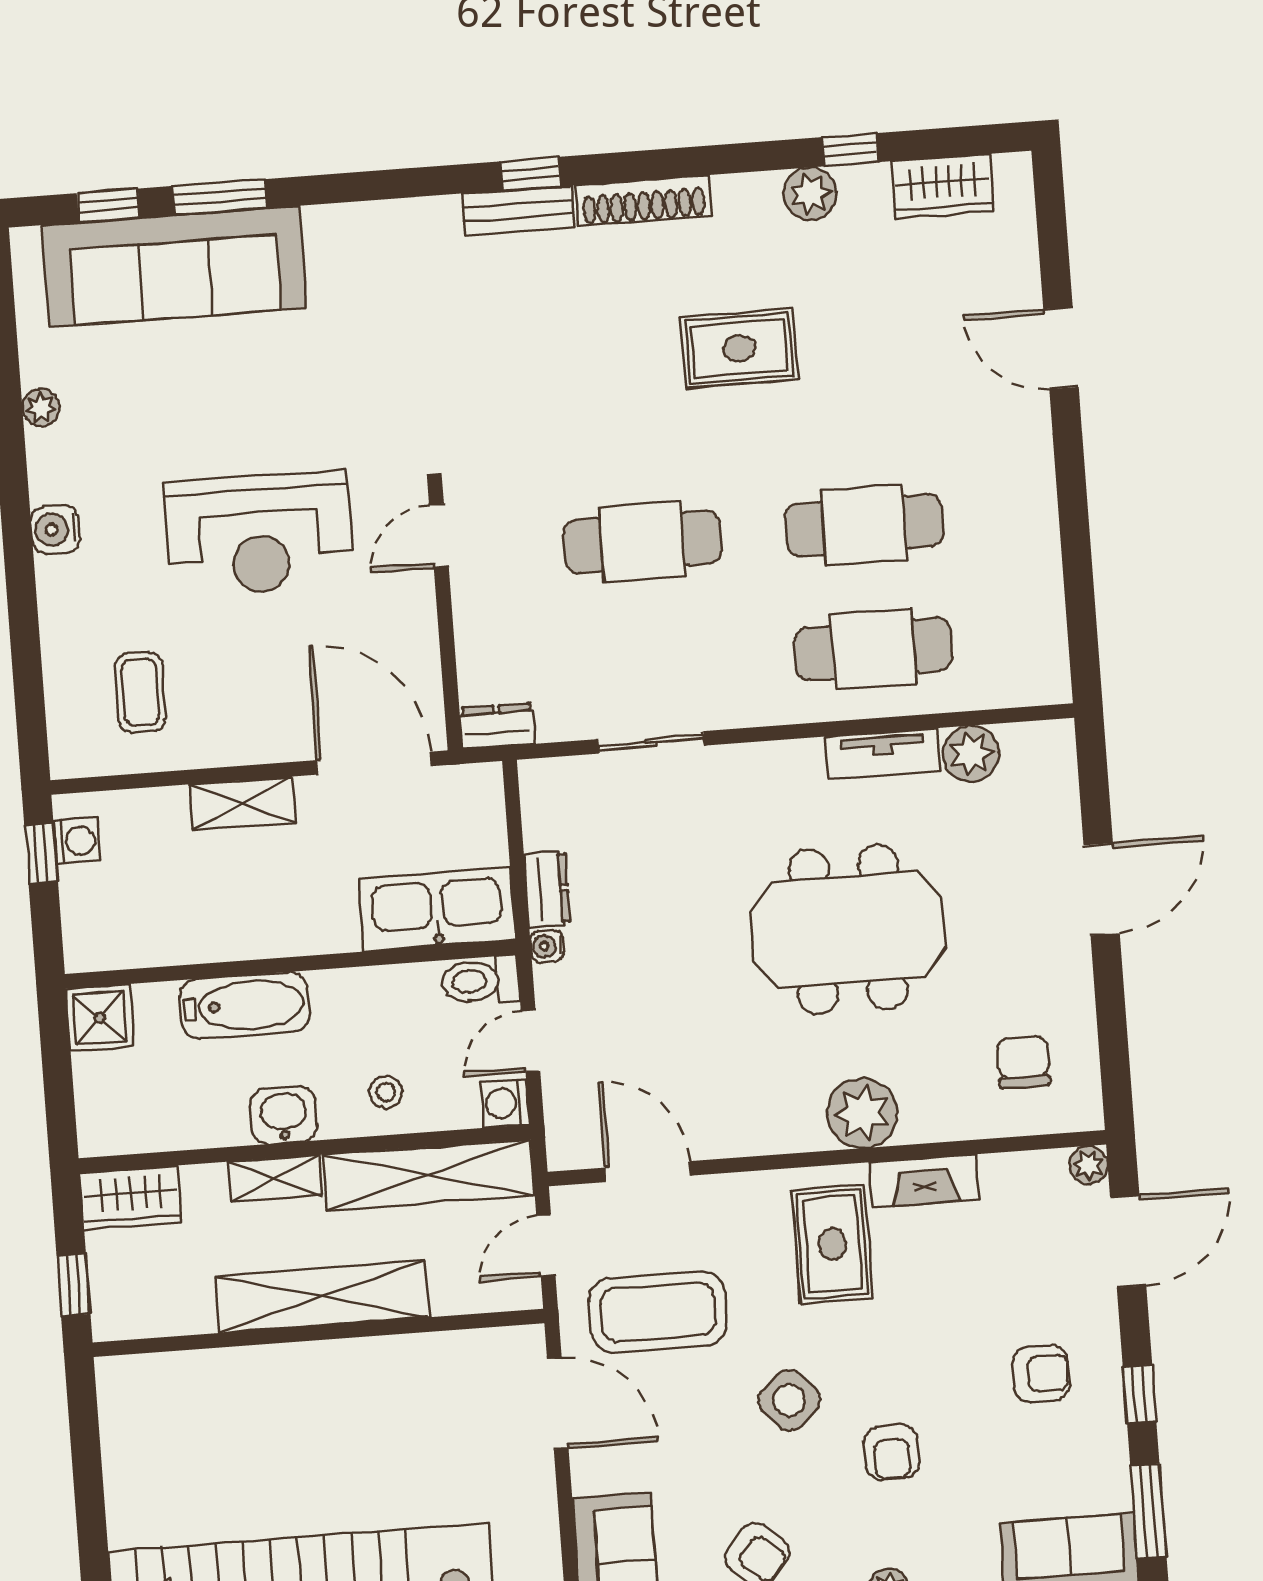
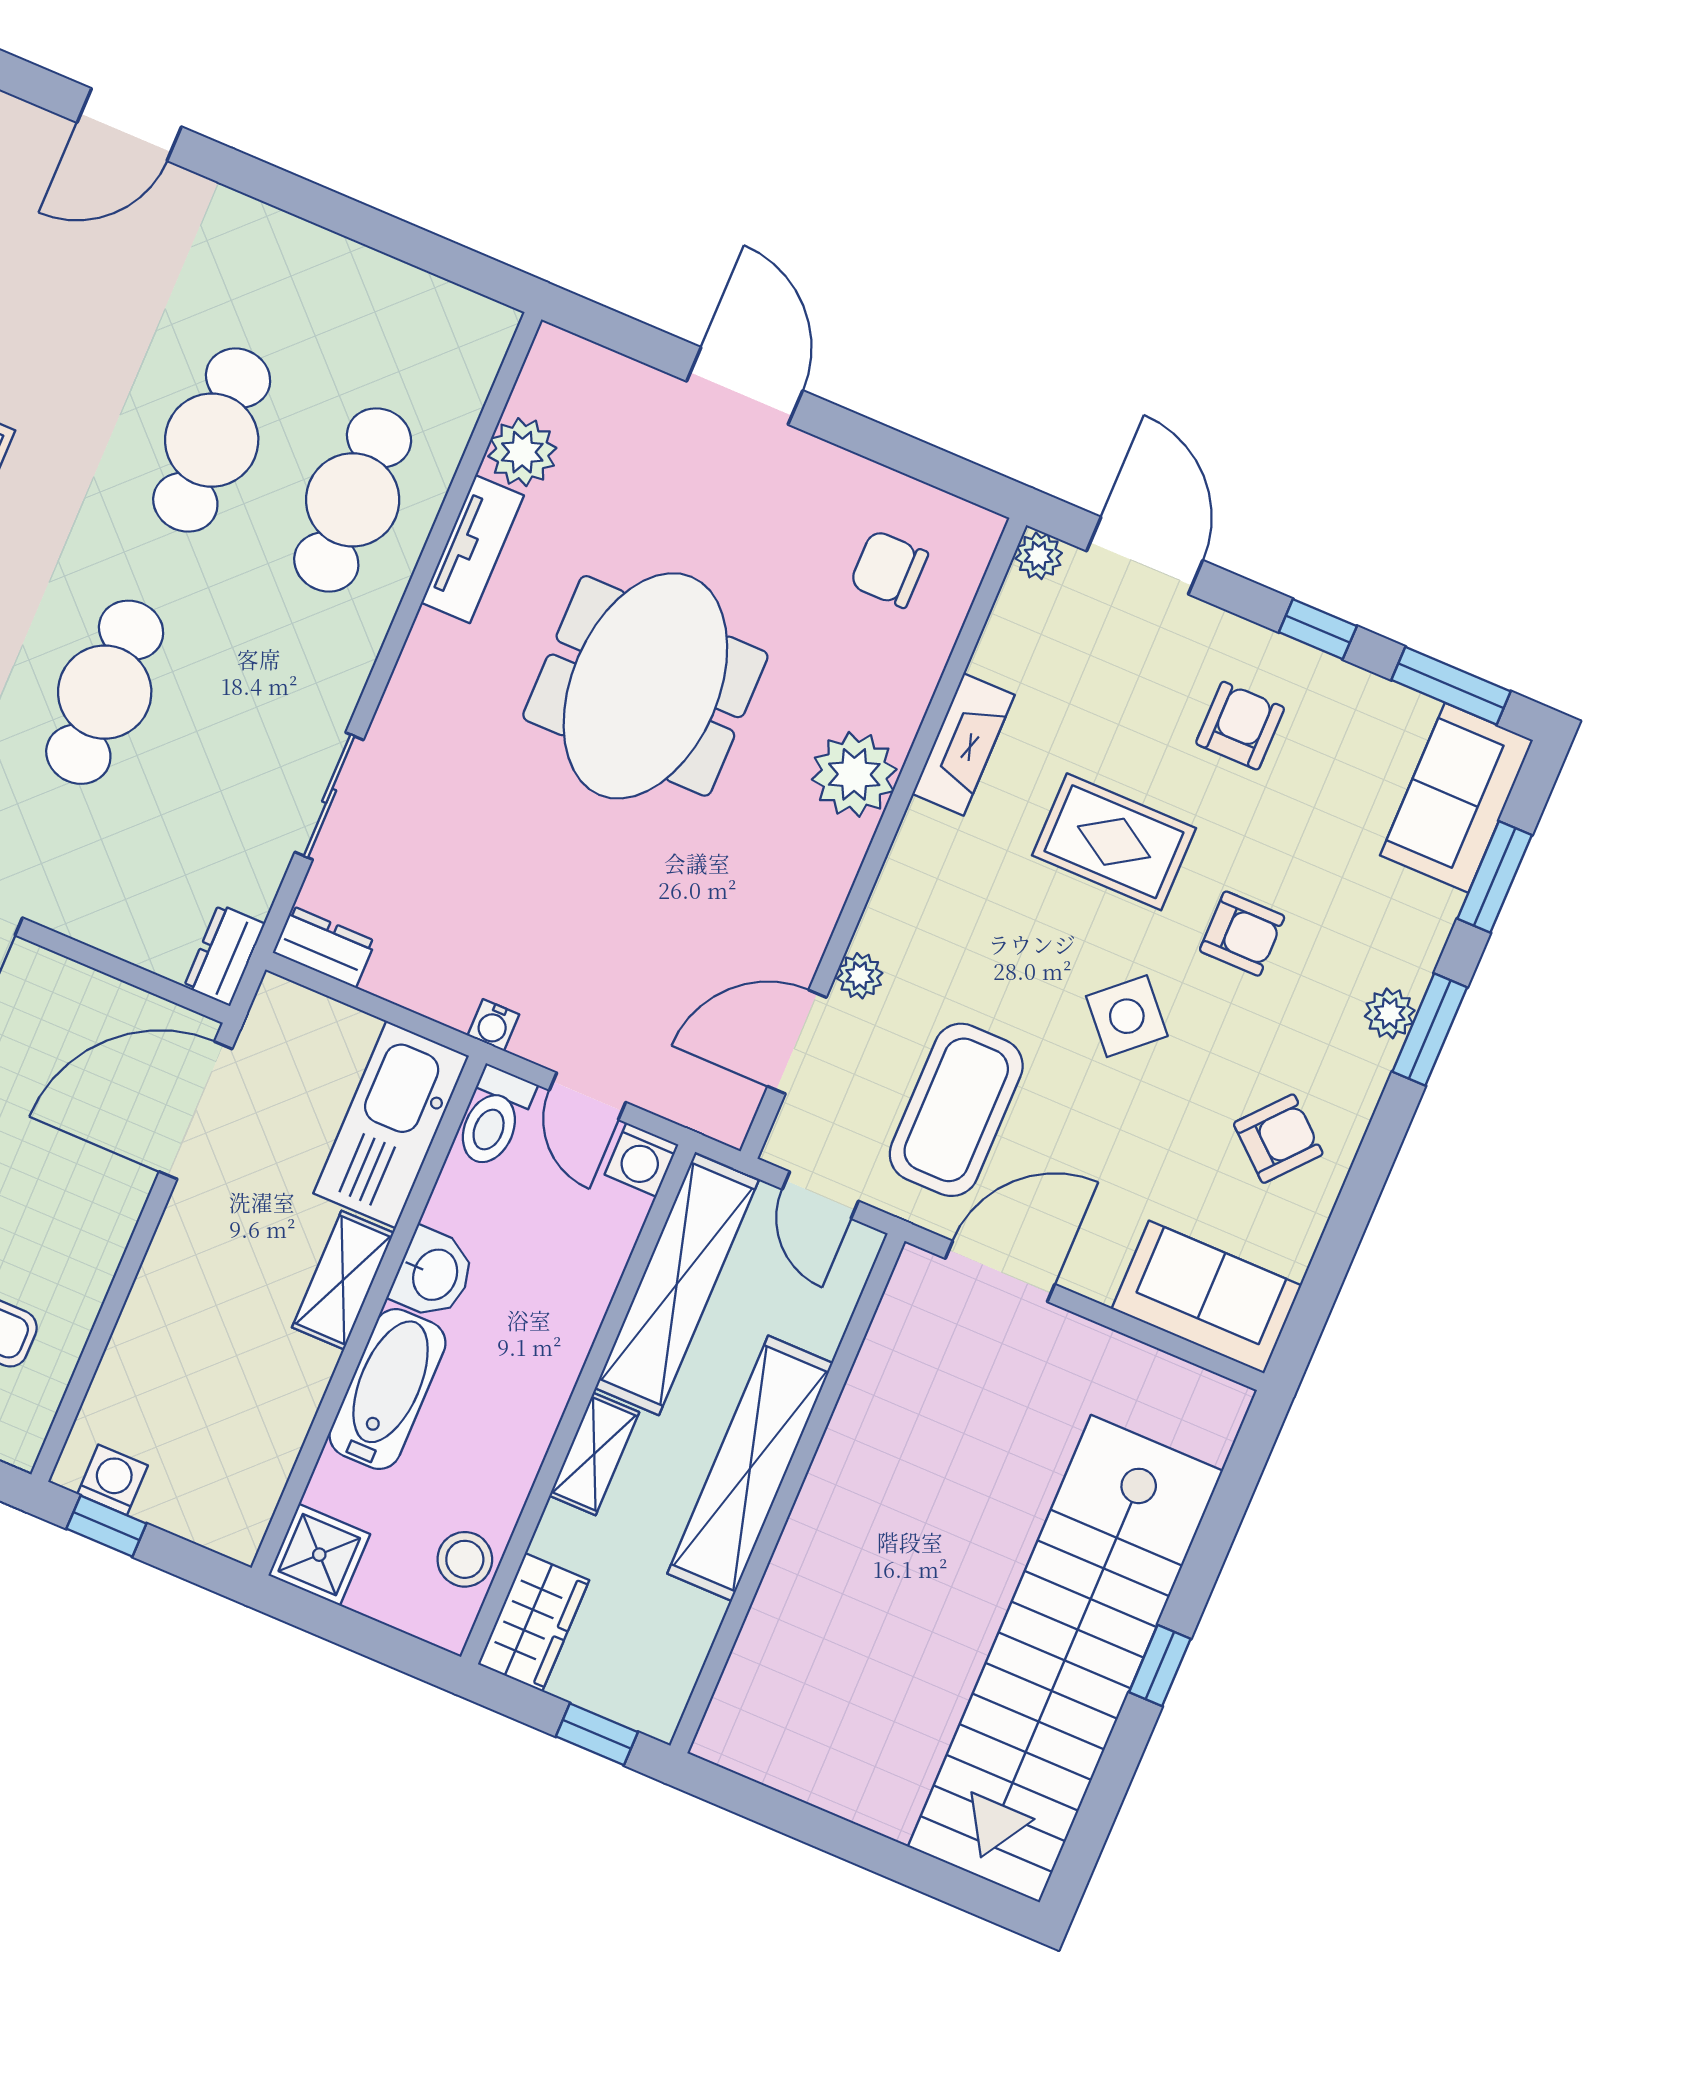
shelving: (242, 804) -> (343, 1280), moved
dresser: (547, 889) -> (324, 947), moved
stool: (386, 1092) -> (465, 1559), moved, width x1.37, depth x1.37
washbasin: (284, 1115) -> (433, 1274), moved, turned 180
plant: (719, 1192) -> (860, 976), added
rug: (832, 1244) -> (1114, 842), moved

